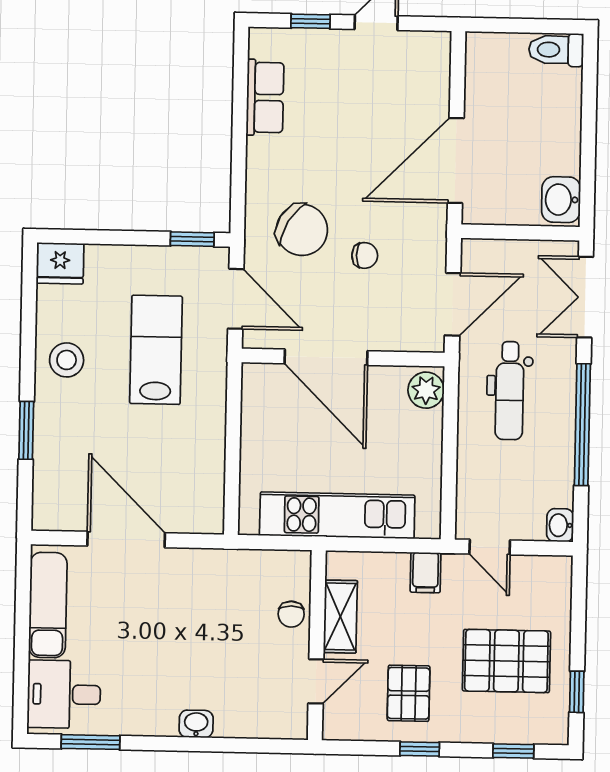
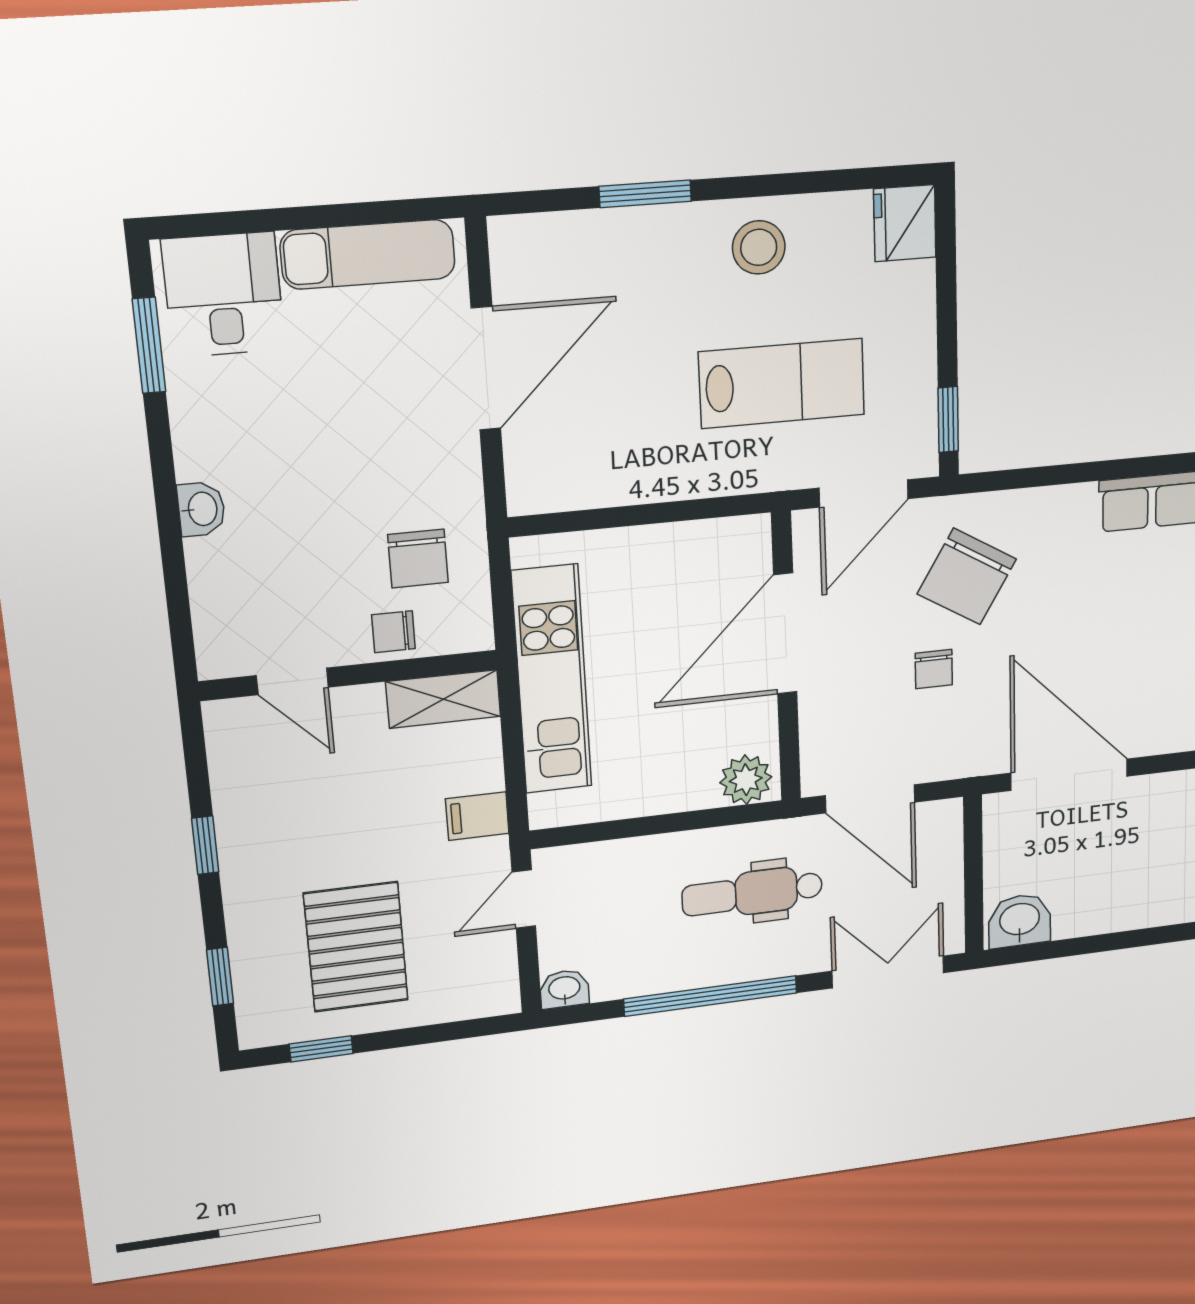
chair: (244, 594) -> (418, 558), added
shelving: (340, 617) -> (443, 699), moved
pallet: (409, 693) -> (290, 818), removed

